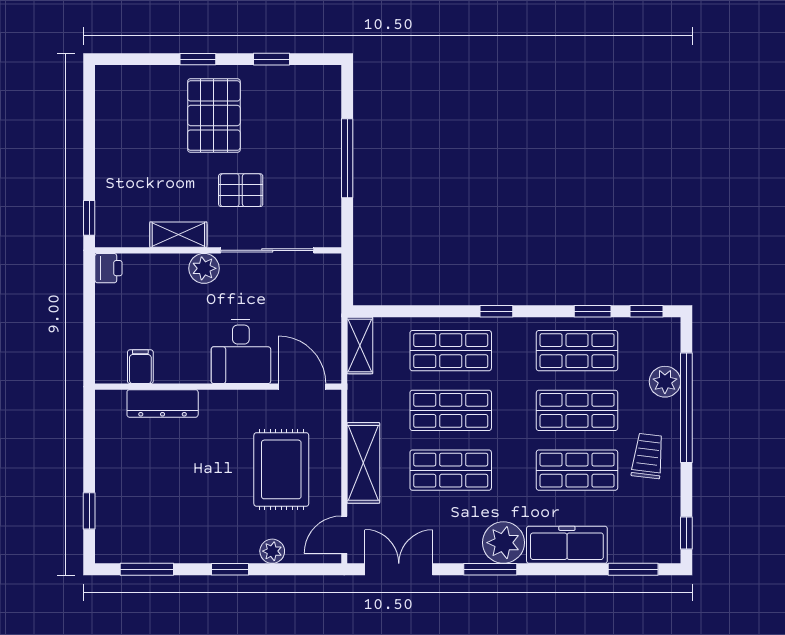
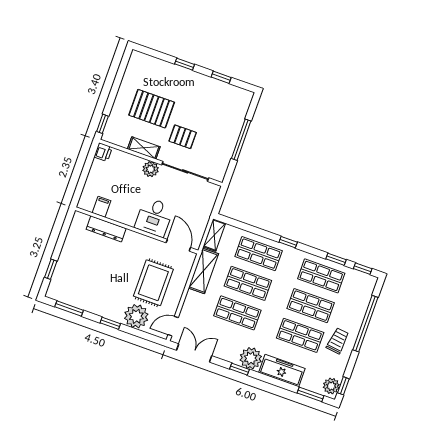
pallet: (214, 116) -> (152, 109), moved, turned 90
plant: (665, 382) -> (331, 386), moved
shelving: (363, 463) -> (203, 271), moved
plant: (272, 551) -> (136, 316), width x1.88, depth x1.88
window: (490, 569) -> (239, 369), width x0.67

